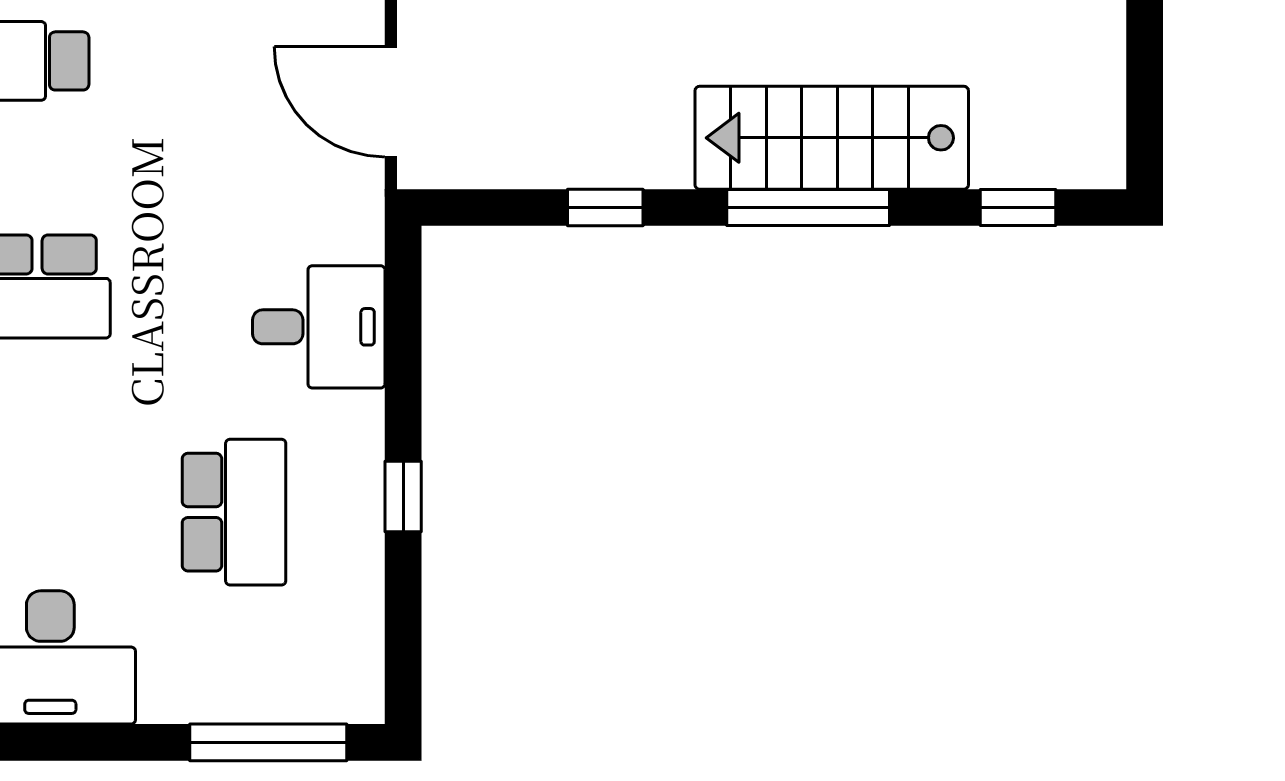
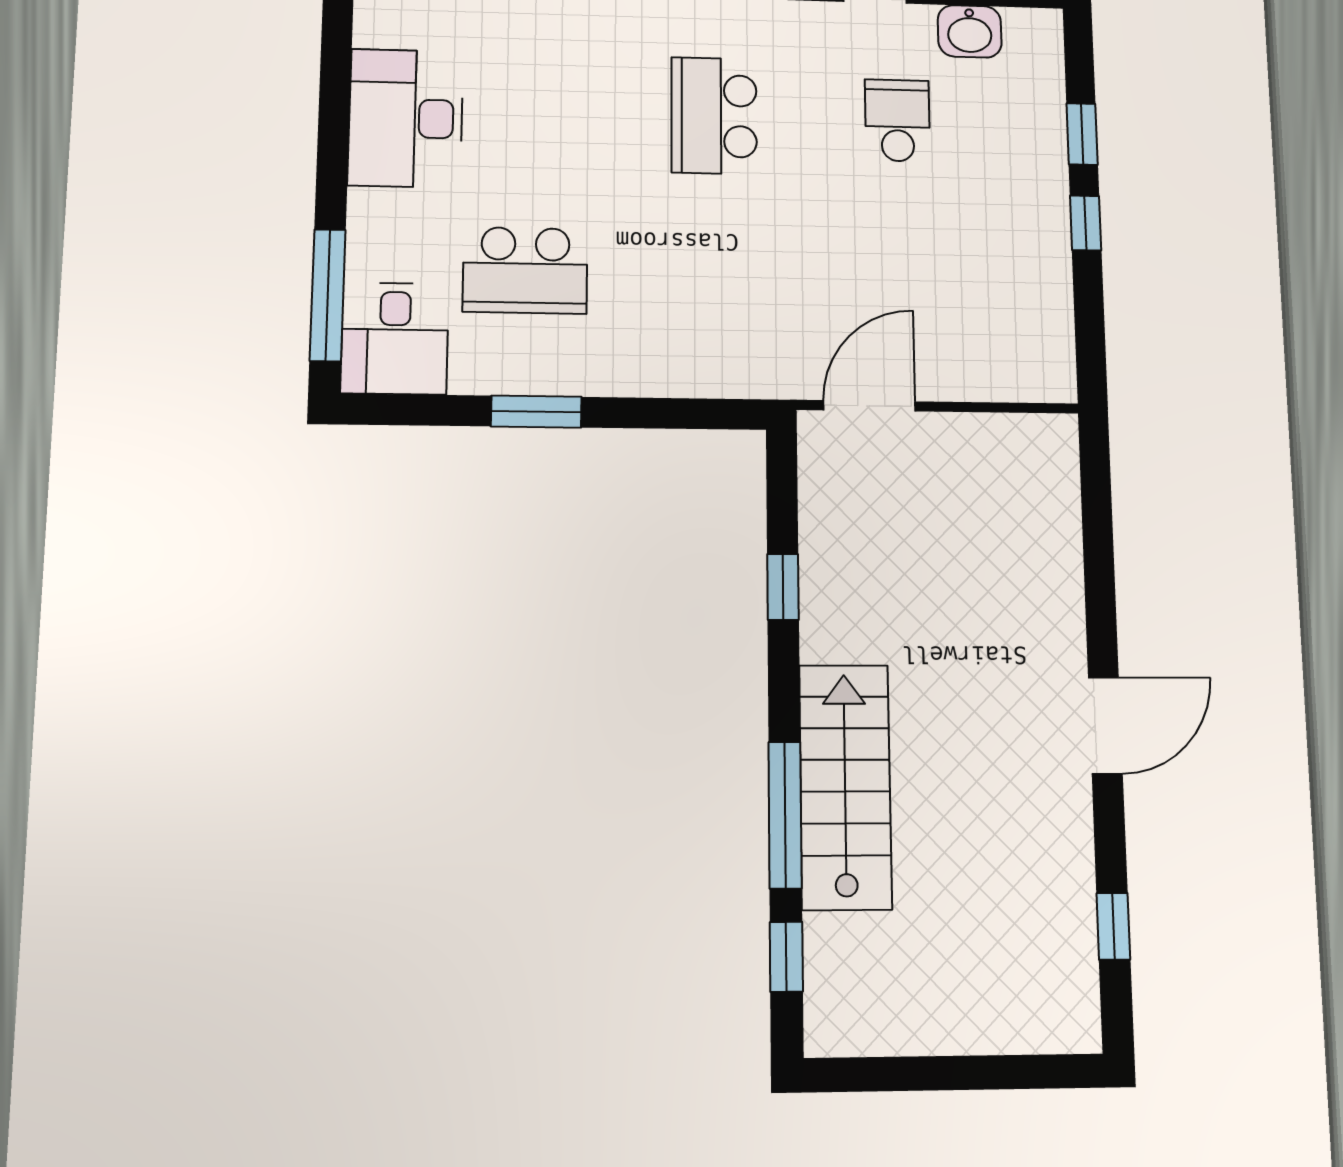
window: (808, 208) -> (785, 815), moved
desk: (319, 327) -> (395, 338), moved
window: (403, 497) -> (536, 412), width x1.50

